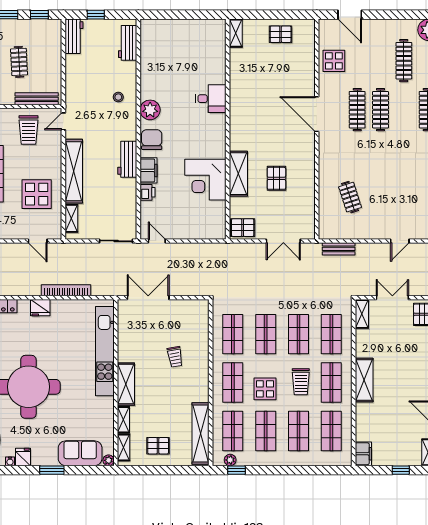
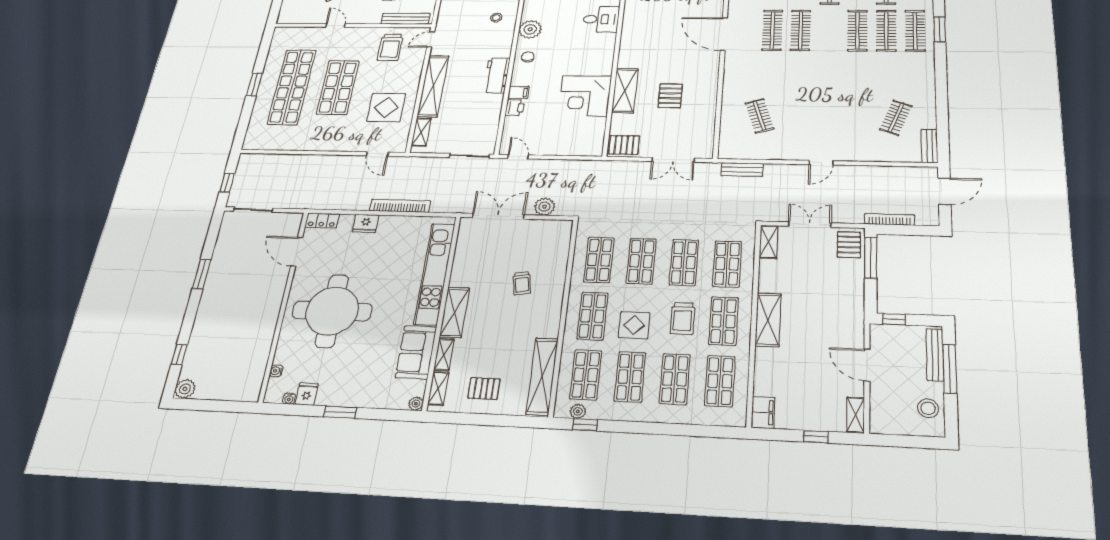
chair: (152, 140) -> (528, 57), width x0.54, depth x0.54
filing cabinet: (149, 170) -> (518, 92), width x0.50
plant: (184, 288) -> (544, 207), added
sofa: (80, 453) -> (416, 352), moved, turned -90

